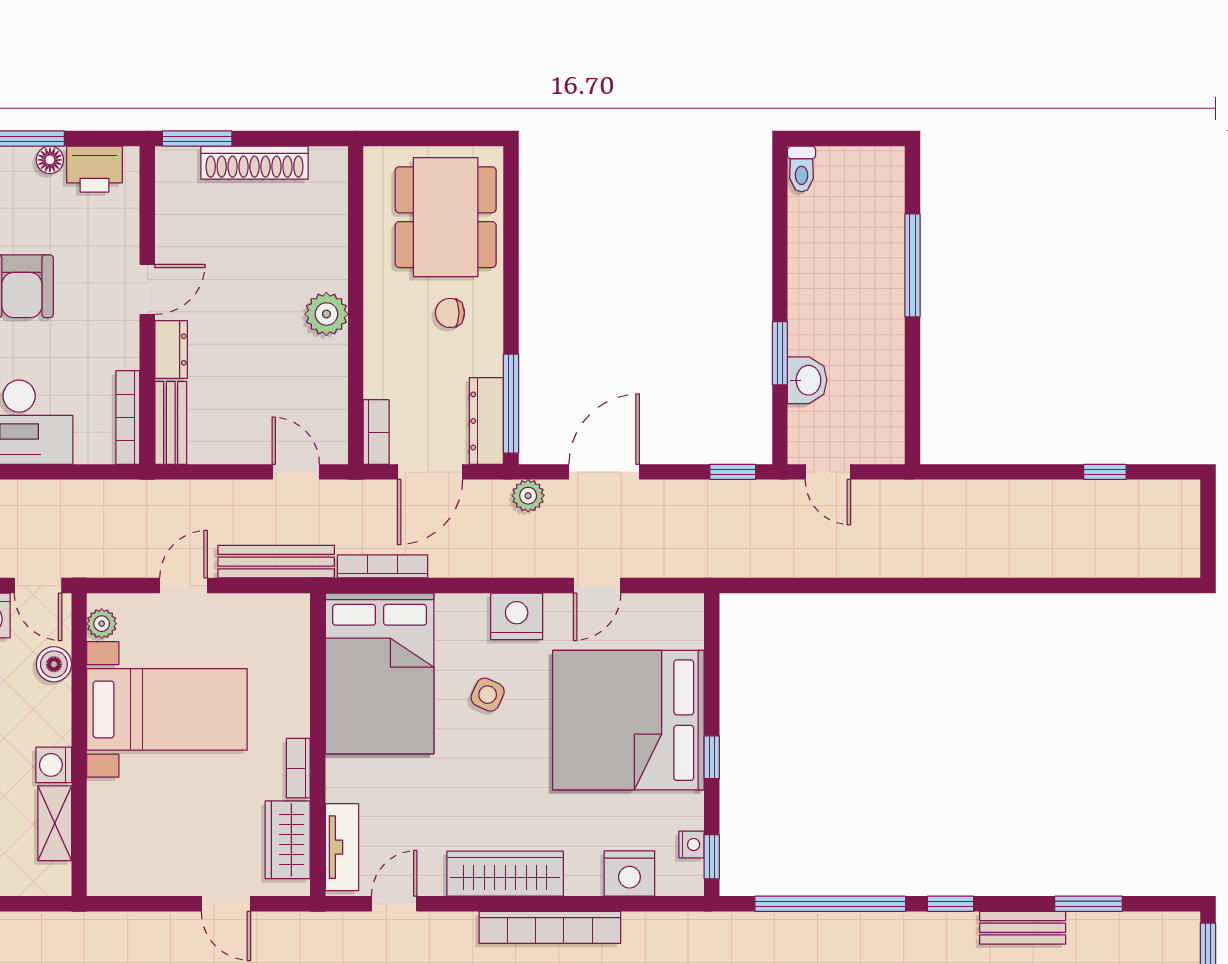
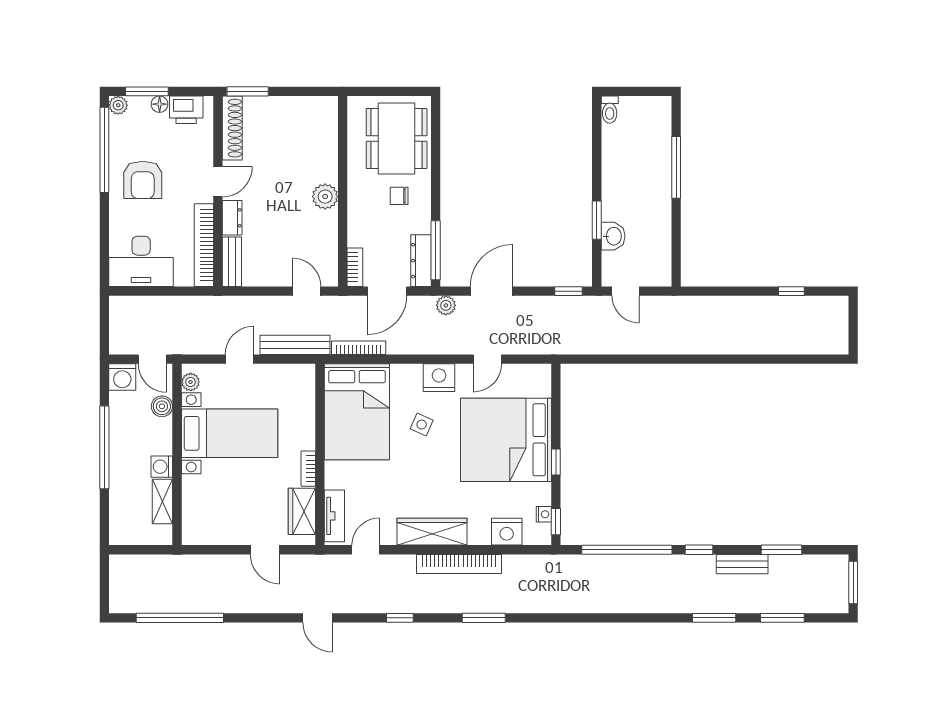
shoe rack: (255, 163) -> (232, 128), moved, turned -90
bookcase: (128, 418) -> (204, 245), width x1.48, depth x1.31

